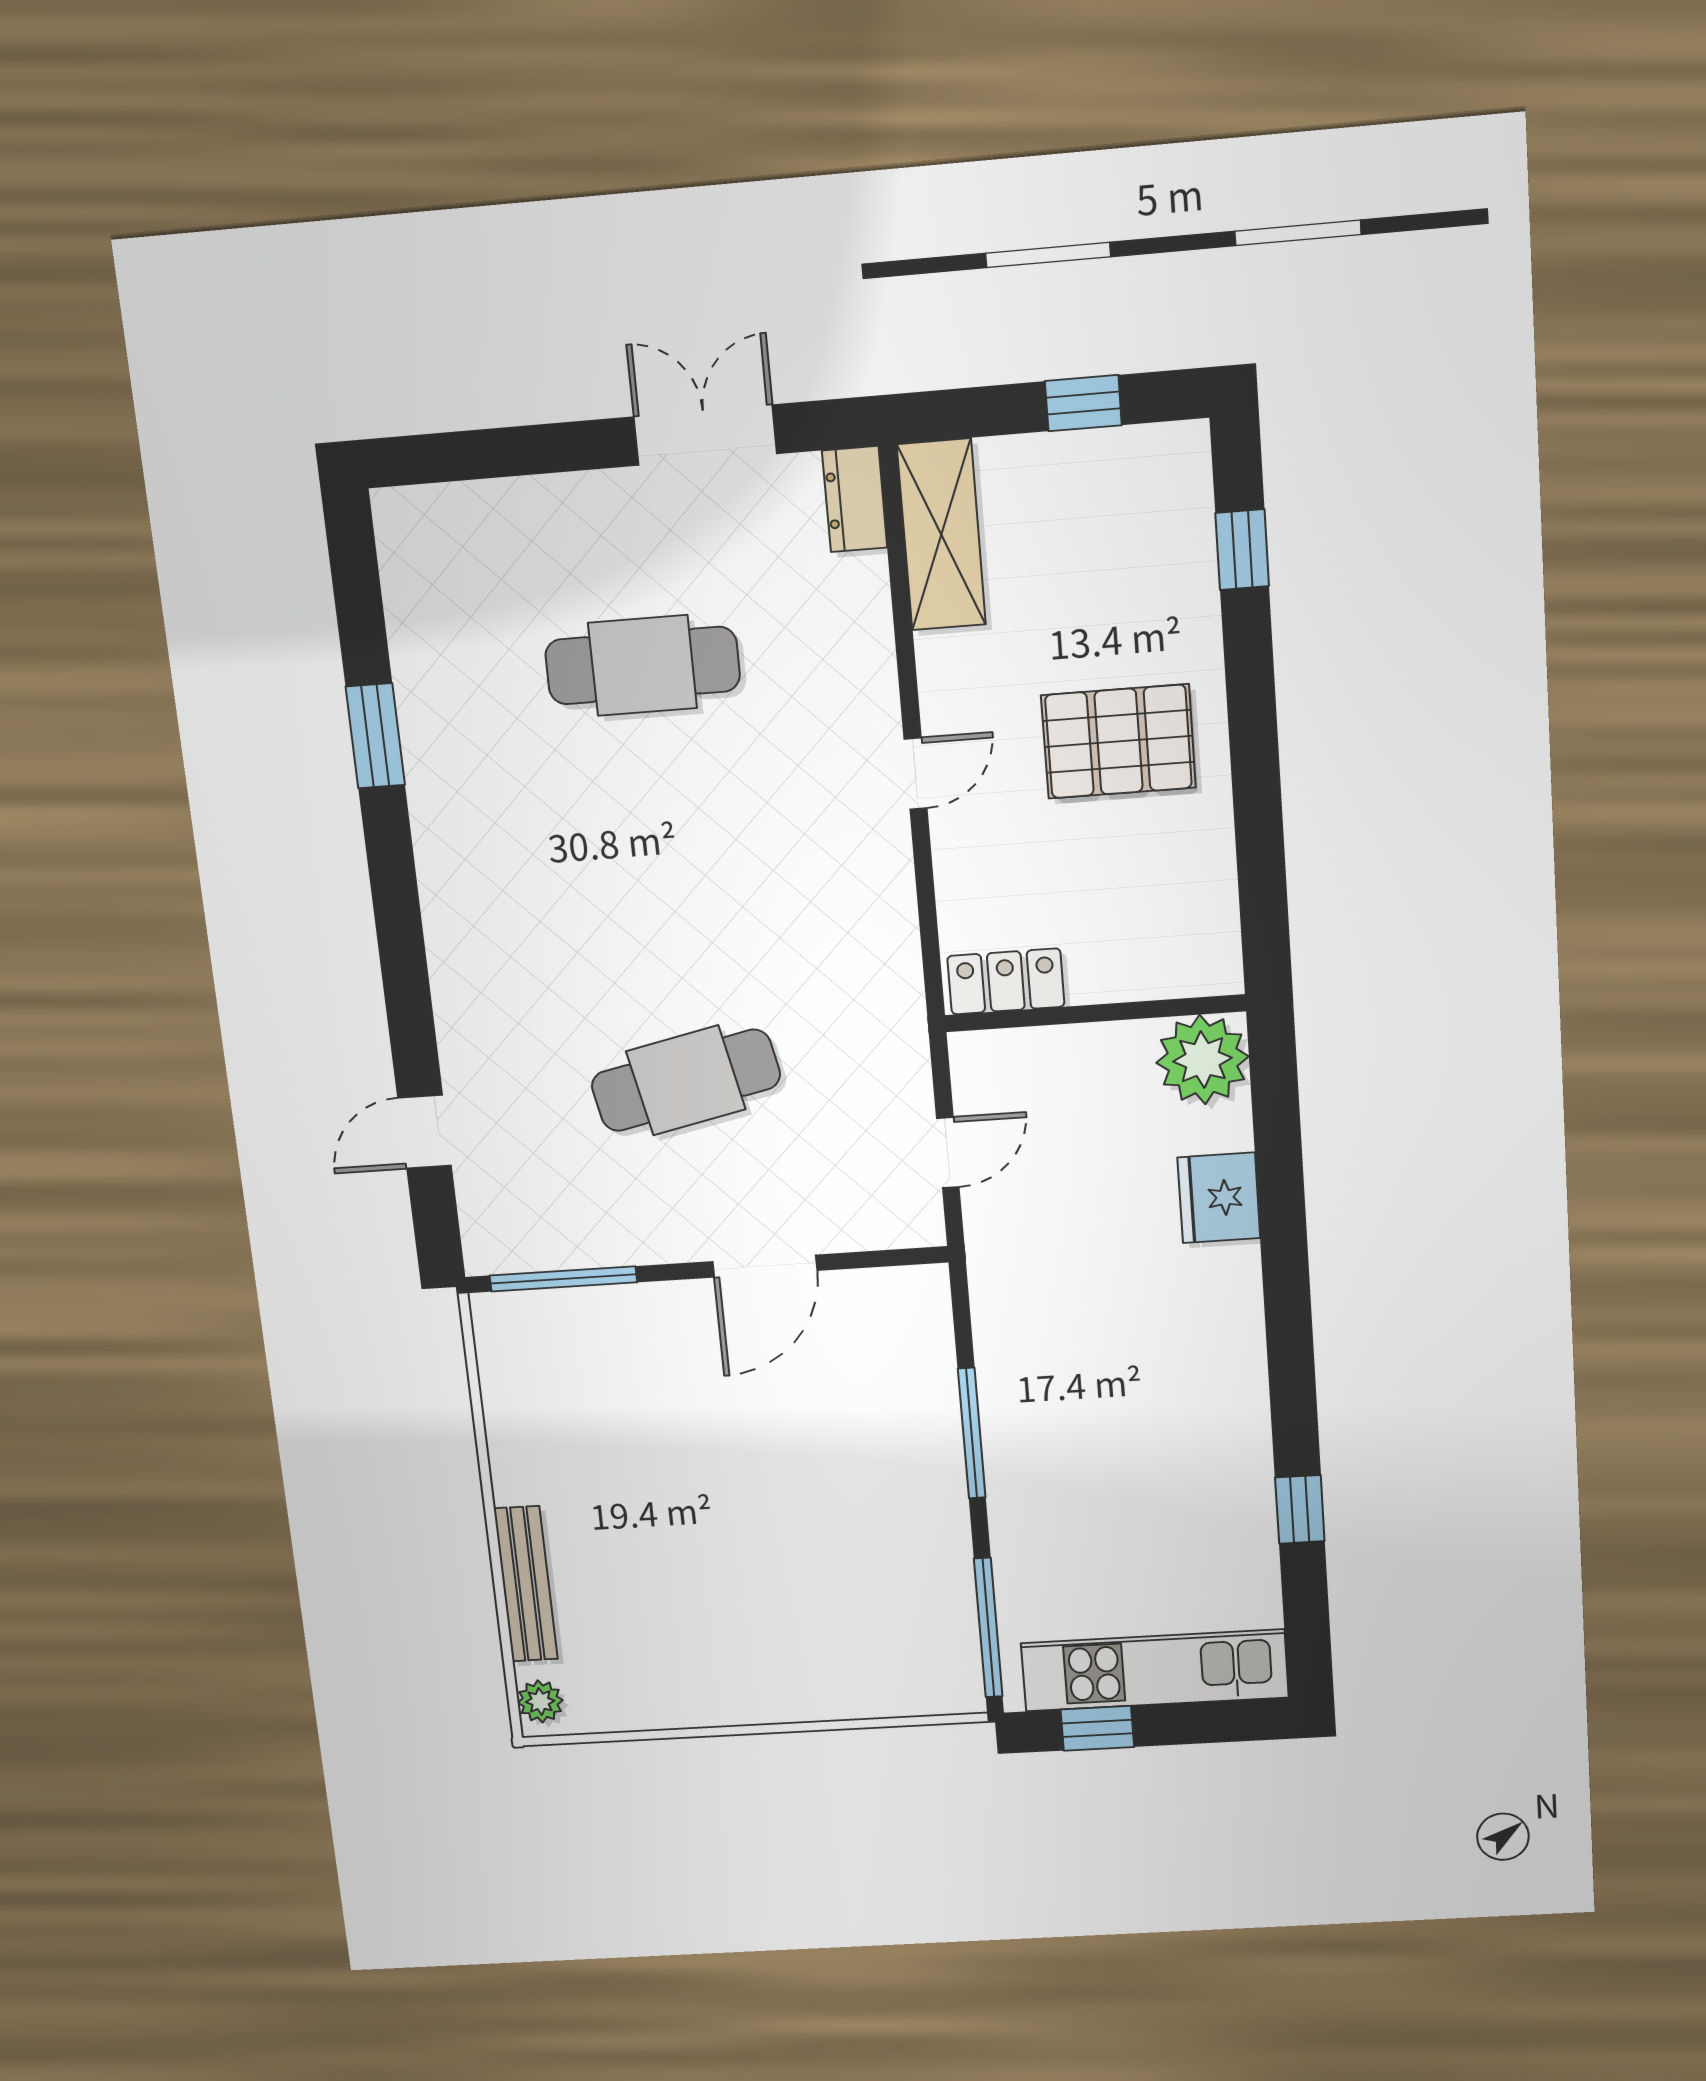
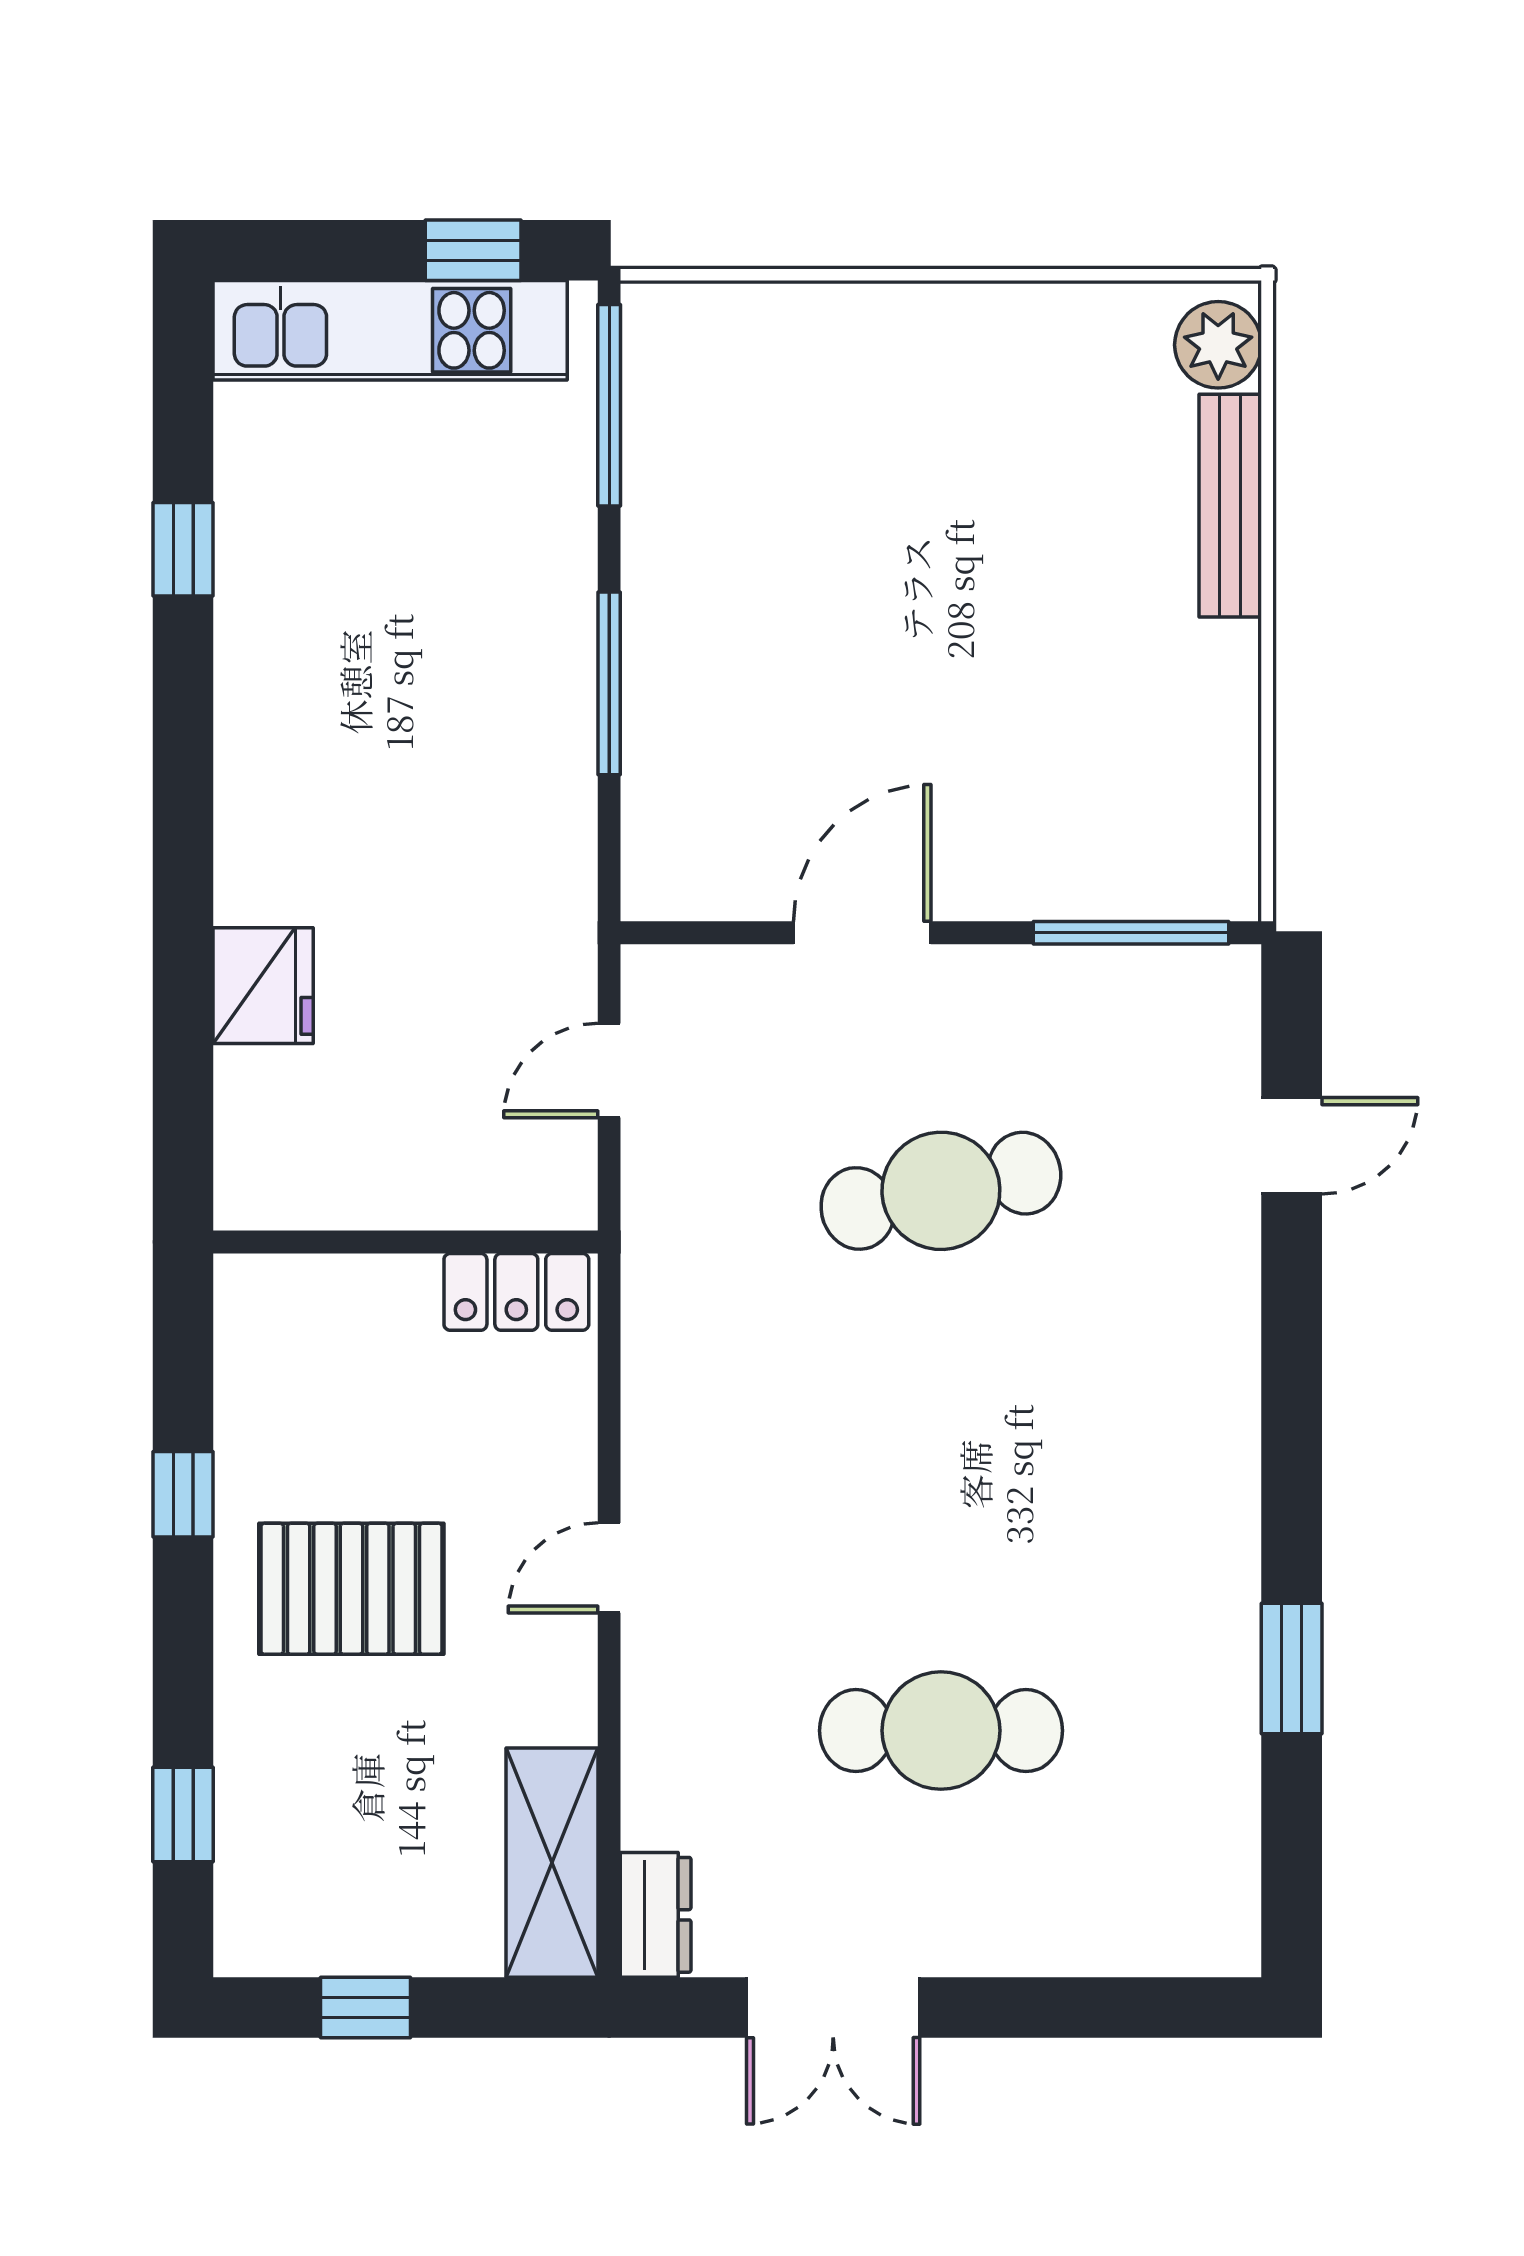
window: (1258, 806) -> (183, 1494), added
plant: (1203, 1060) -> (273, 1171), removed
plant: (540, 1701) -> (1218, 345), width x1.38, depth x1.38

